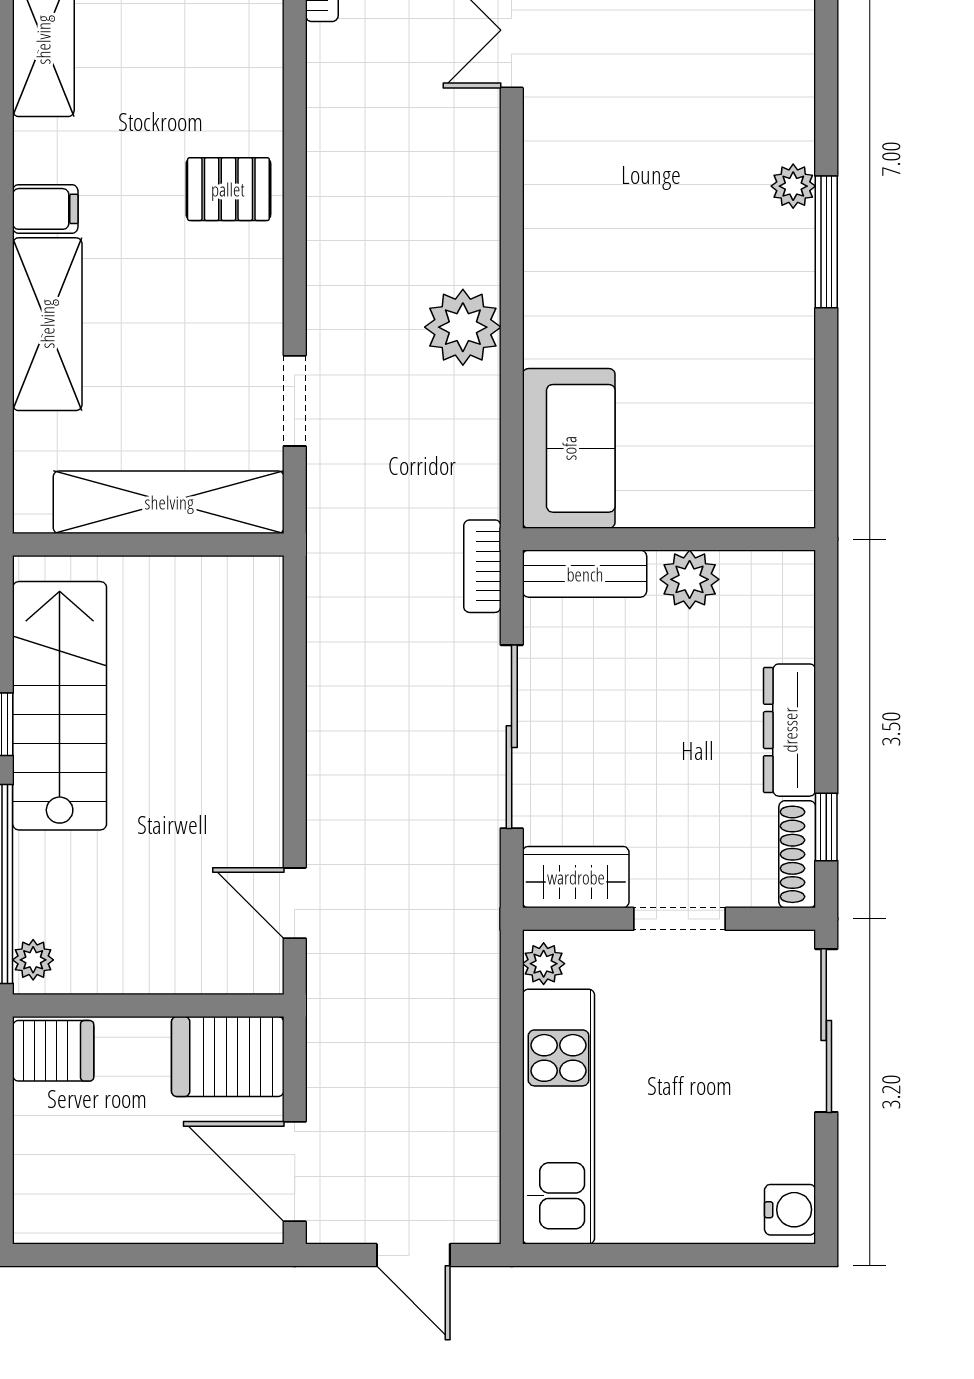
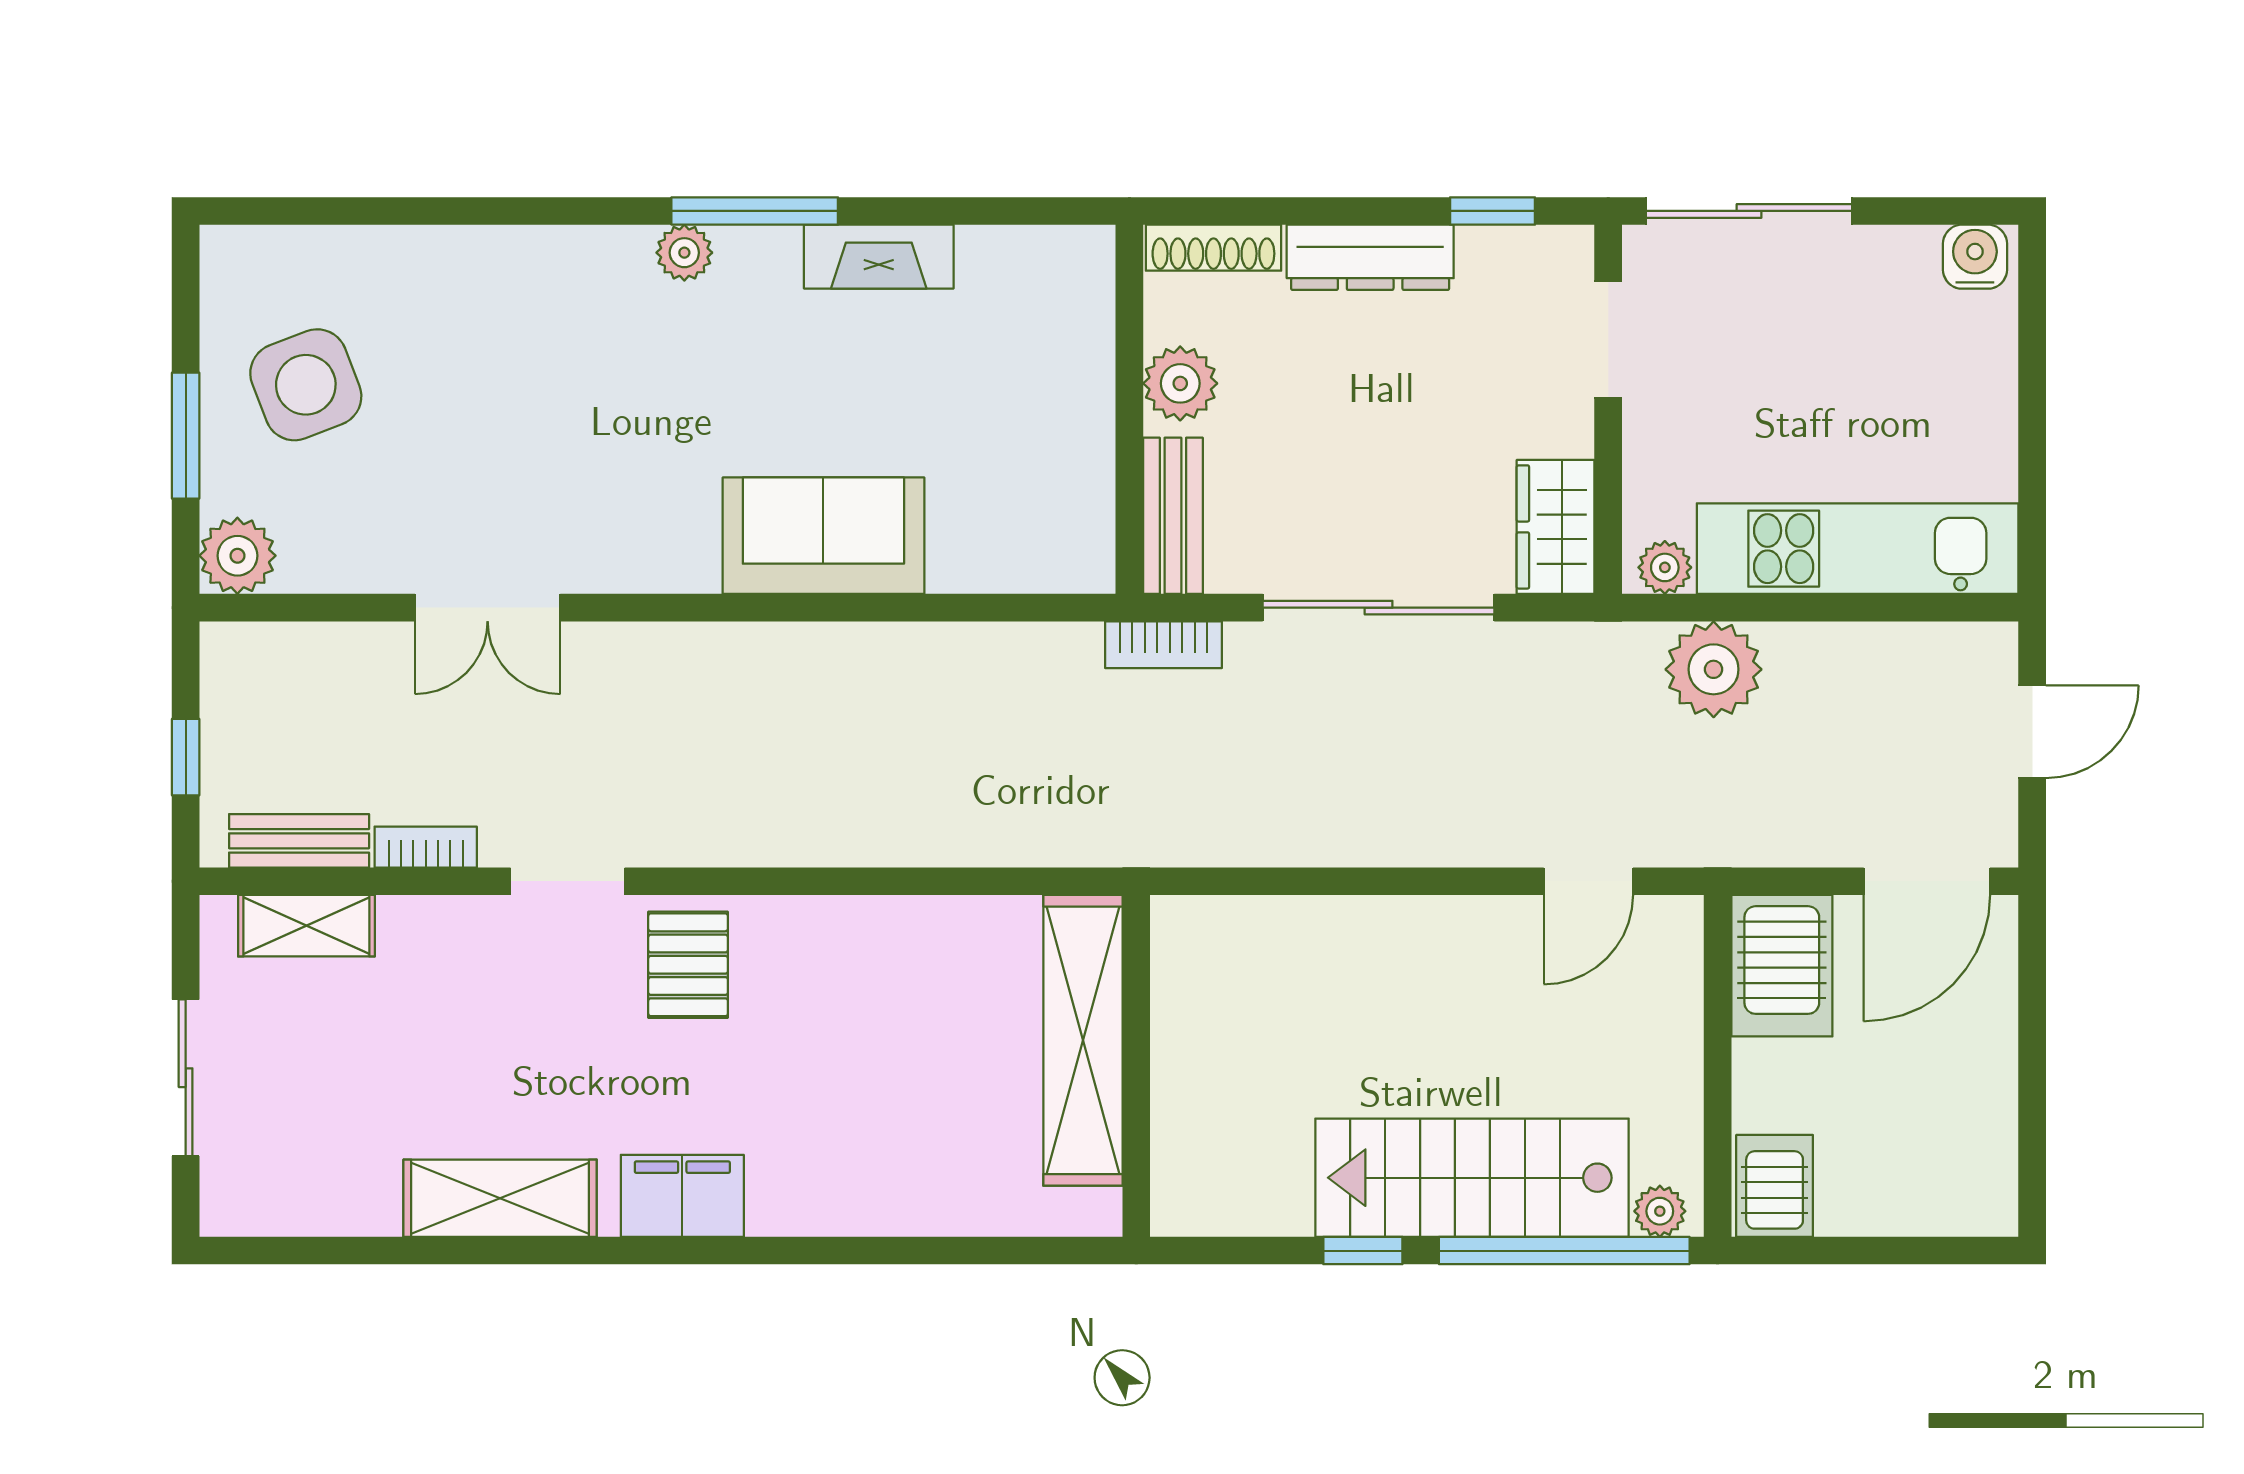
filing cabinet: (45, 209) -> (682, 1196), width x2.00
shelving: (47, 324) -> (858, 1193), removed
plant: (463, 327) -> (1714, 669), moved
fireplace: (790, 340) -> (879, 257), added
doorway: (295, 401) -> (568, 881), moved
sofa: (569, 448) -> (823, 536), moved
stairs: (60, 706) -> (1472, 1178), moved
shoe rack: (797, 854) -> (1213, 248), moved
doorway: (679, 919) -> (1608, 340), moved

